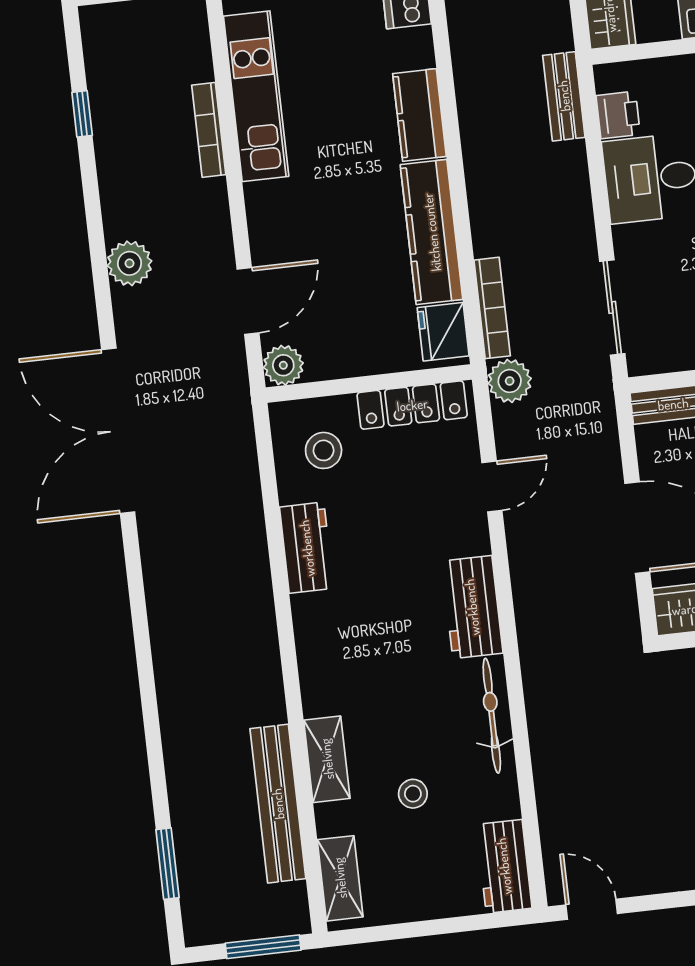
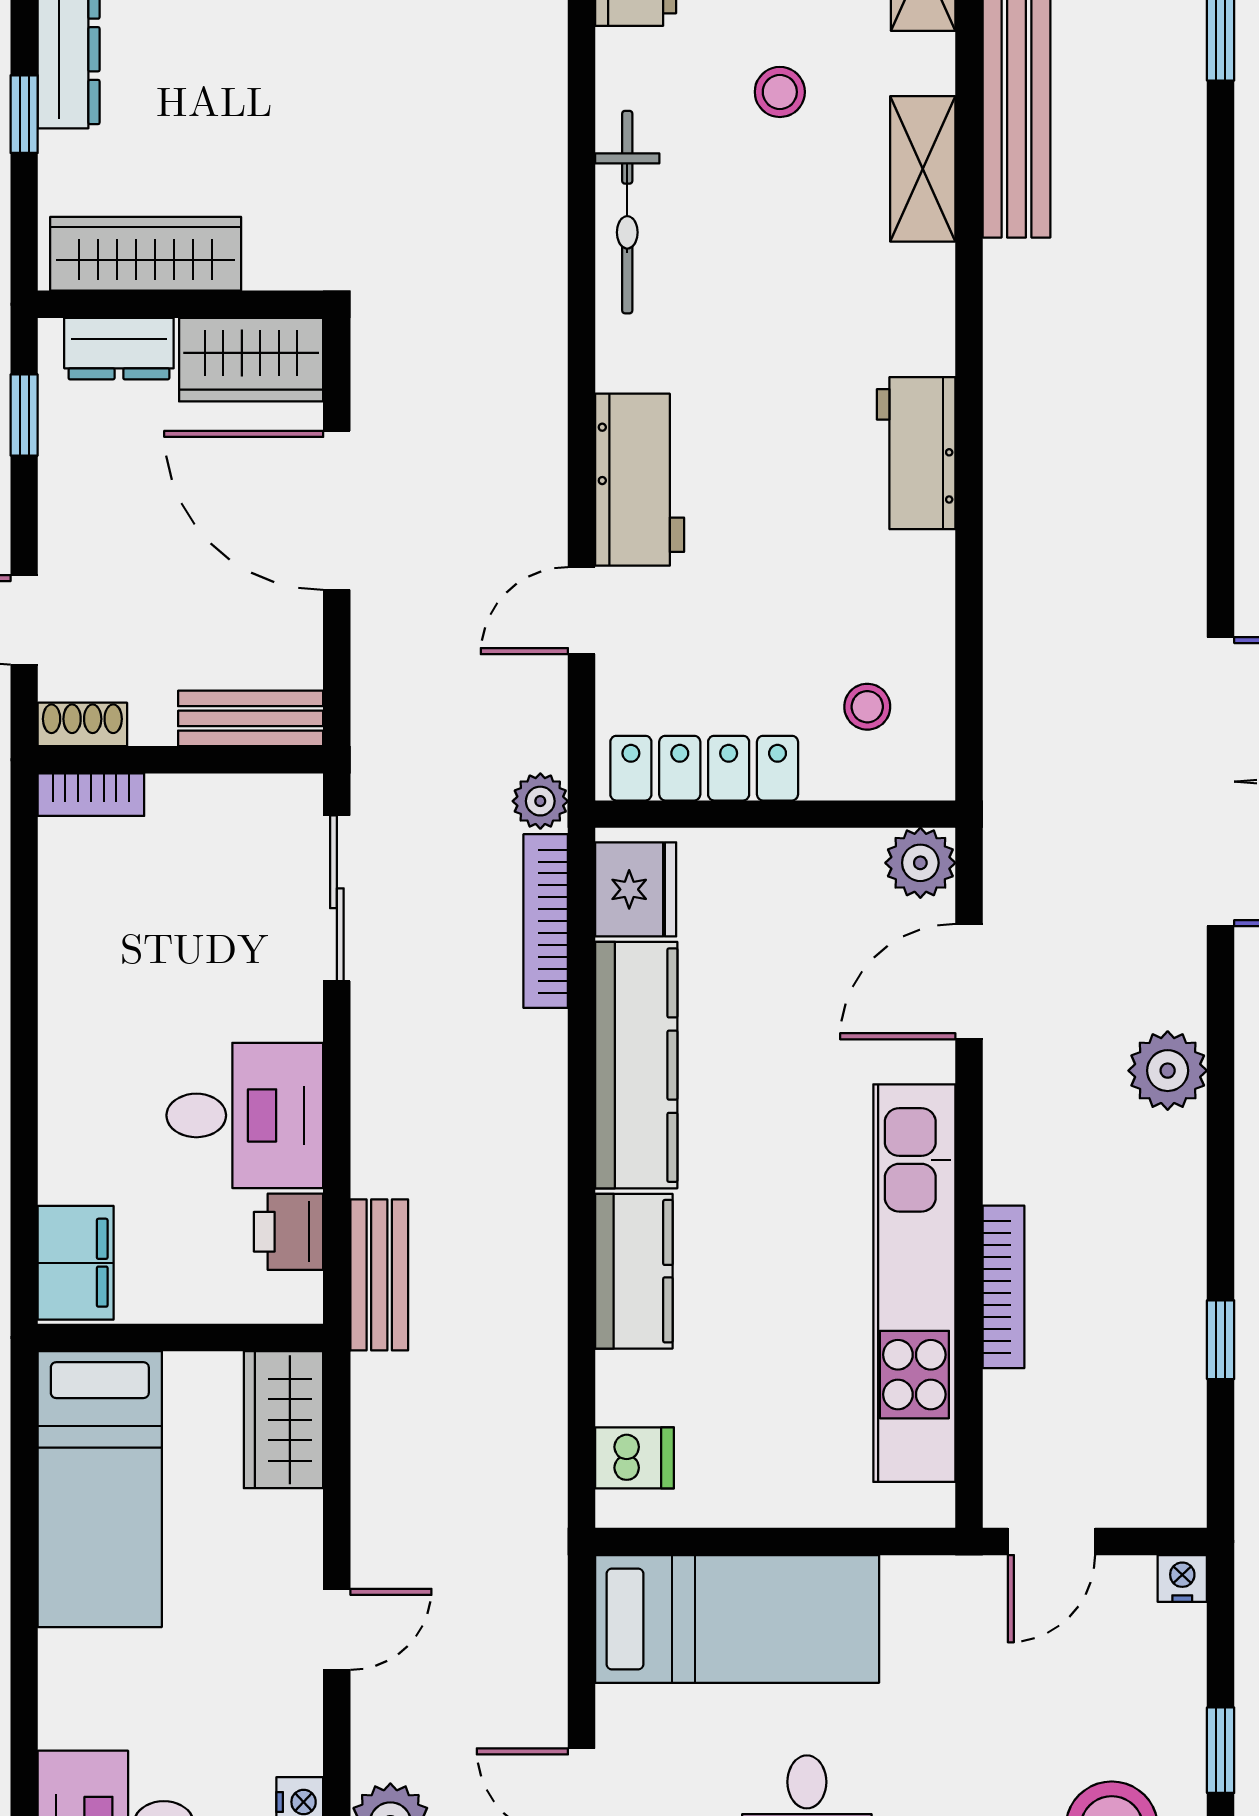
kitchen unit: (256, 96) -> (914, 1283), width x1.36
plant: (510, 381) -> (540, 801), width x0.73, depth x0.73
stool: (324, 450) -> (867, 707), width x0.73, depth x0.73
workbench: (307, 548) -> (916, 453), moved
workbench: (472, 607) -> (640, 480), moved

